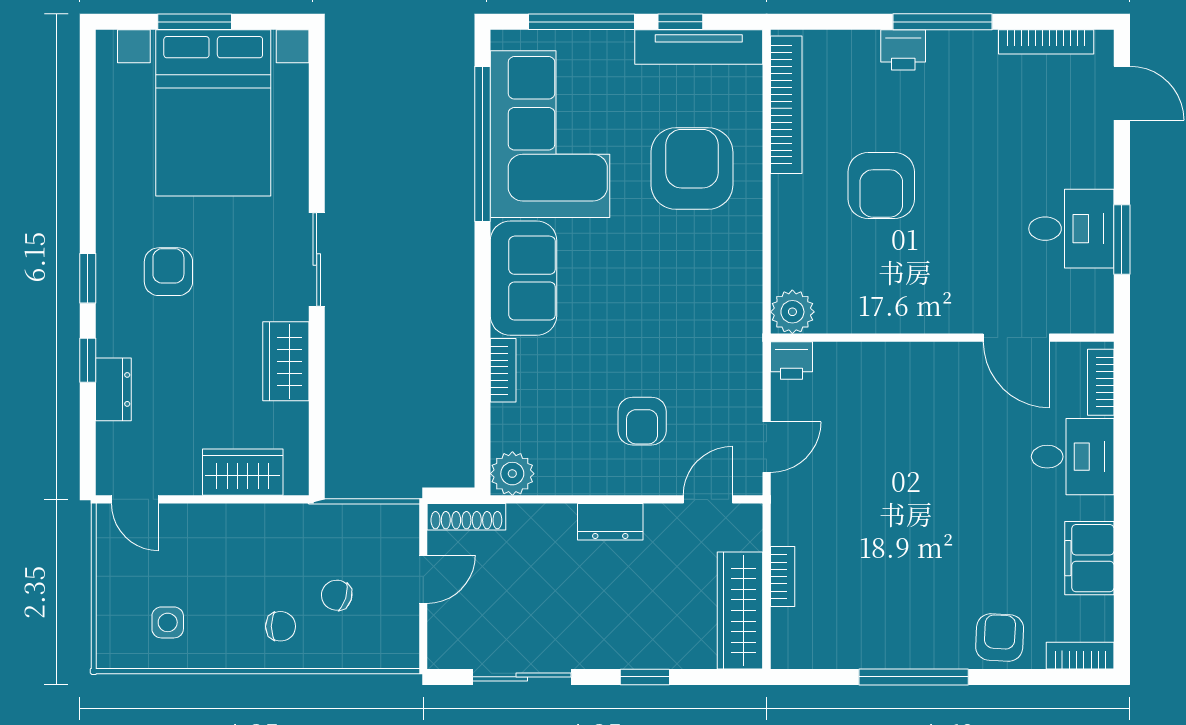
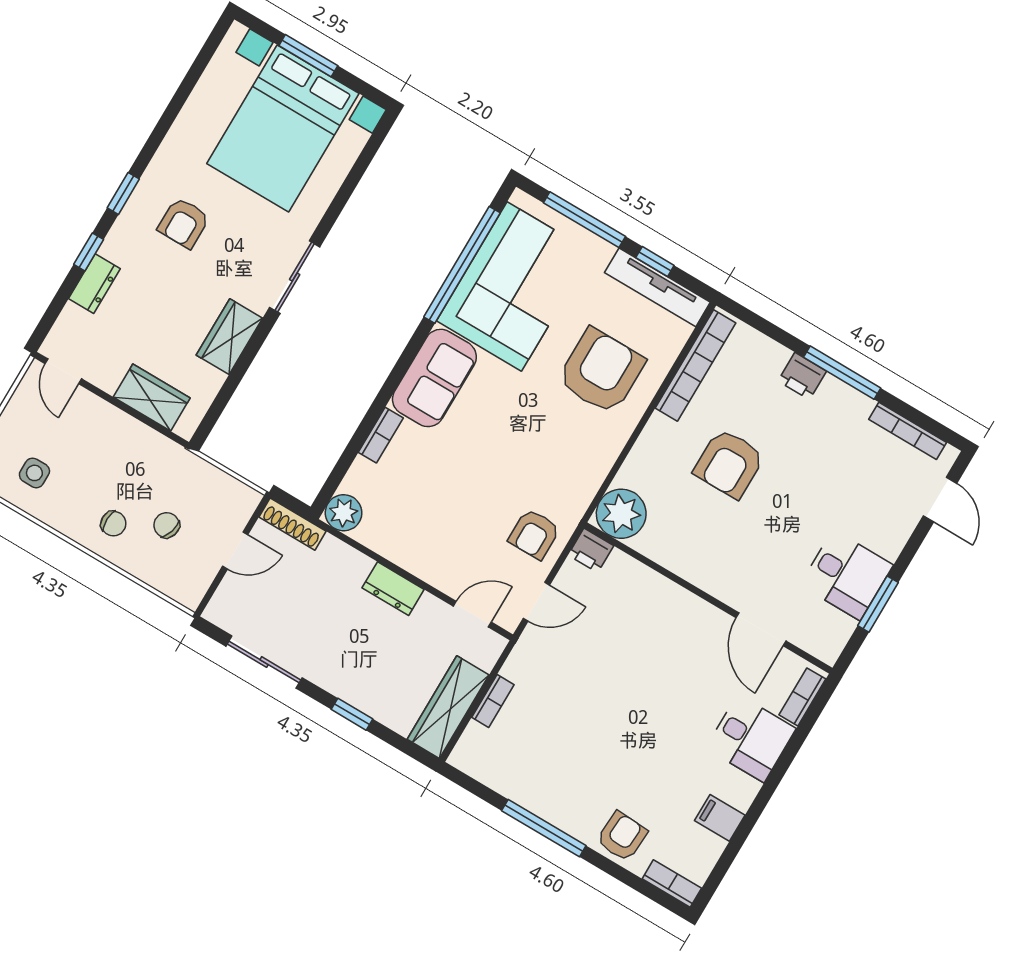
armchair: (168, 272) -> (184, 223), turned 180
plant: (792, 312) -> (621, 514), width x1.36, depth x1.36
armchair: (642, 421) -> (534, 534), moved
filing cabinet: (1089, 558) -> (720, 818), width x0.50

